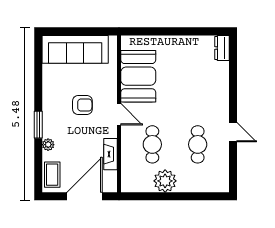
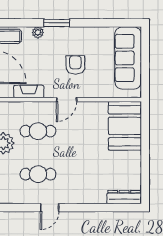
dresser: (222, 48) -> (124, 197), width x1.44
booth: (138, 76) -> (125, 126), moved, turned 90
armchair: (82, 105) -> (75, 65), turned 180

